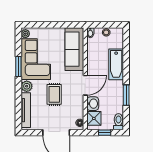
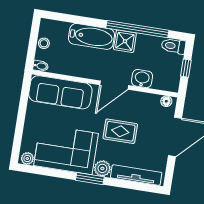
window: (18, 67) -> (90, 179), moved
door: (85, 85) -> (114, 85), swing flipped
window: (126, 95) -> (137, 29), width x2.11
shower: (94, 118) -> (125, 41), moved

